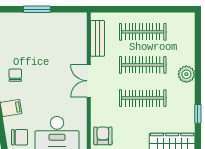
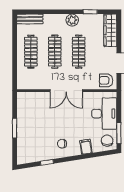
bench: (97, 38) -> (30, 19), moved
plant: (186, 74) -> (72, 20), moved
double door: (89, 81) -> (66, 91), width x1.37

